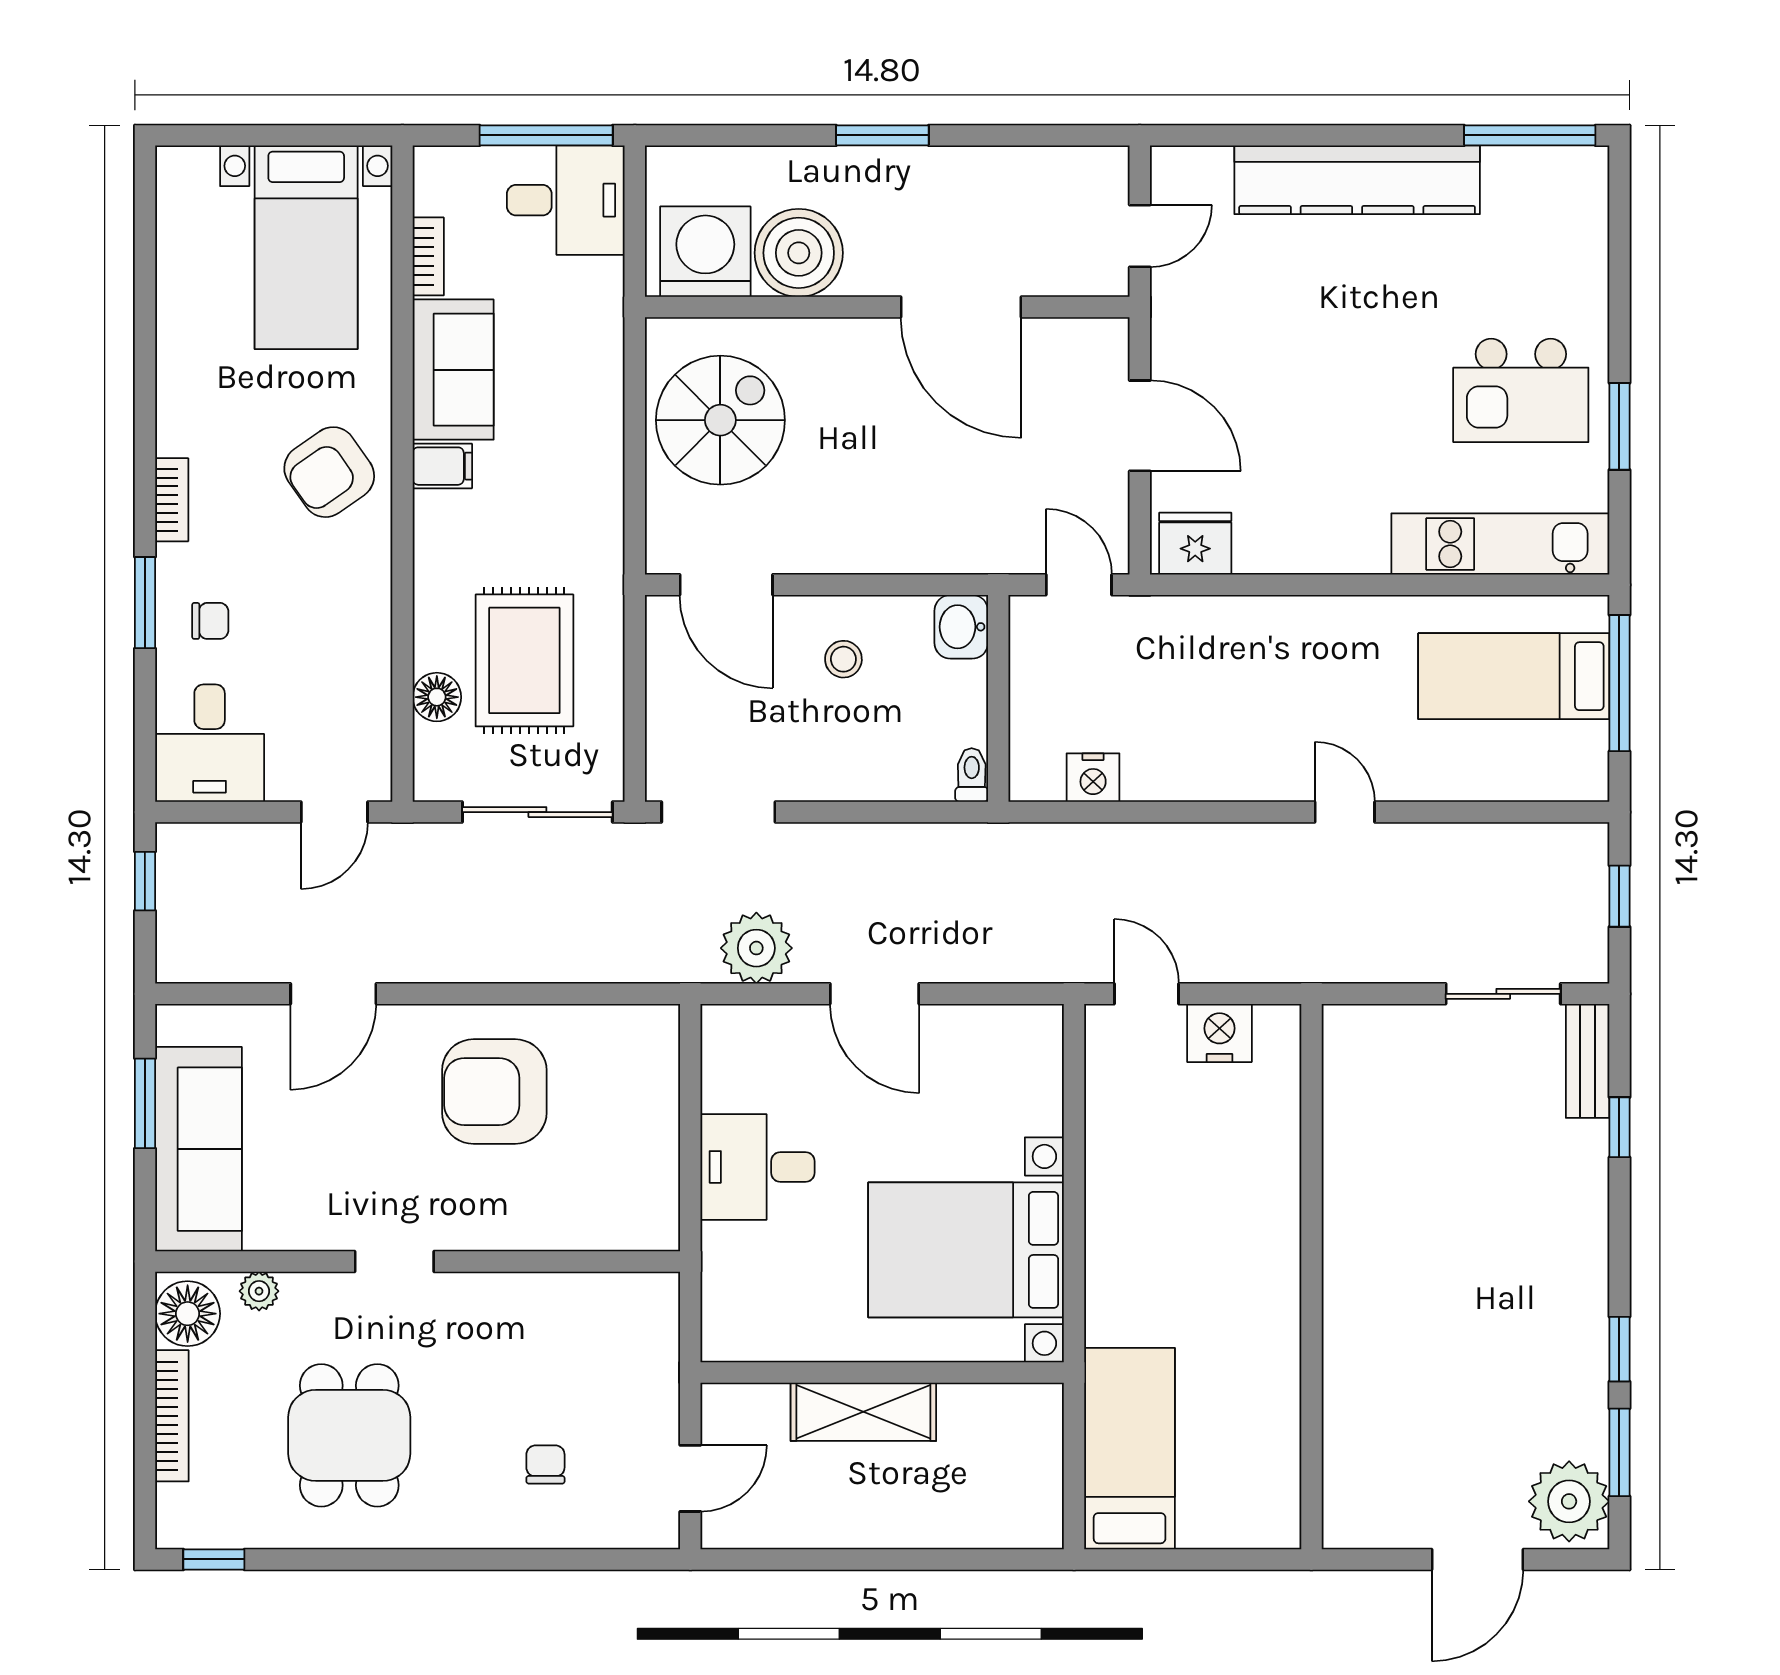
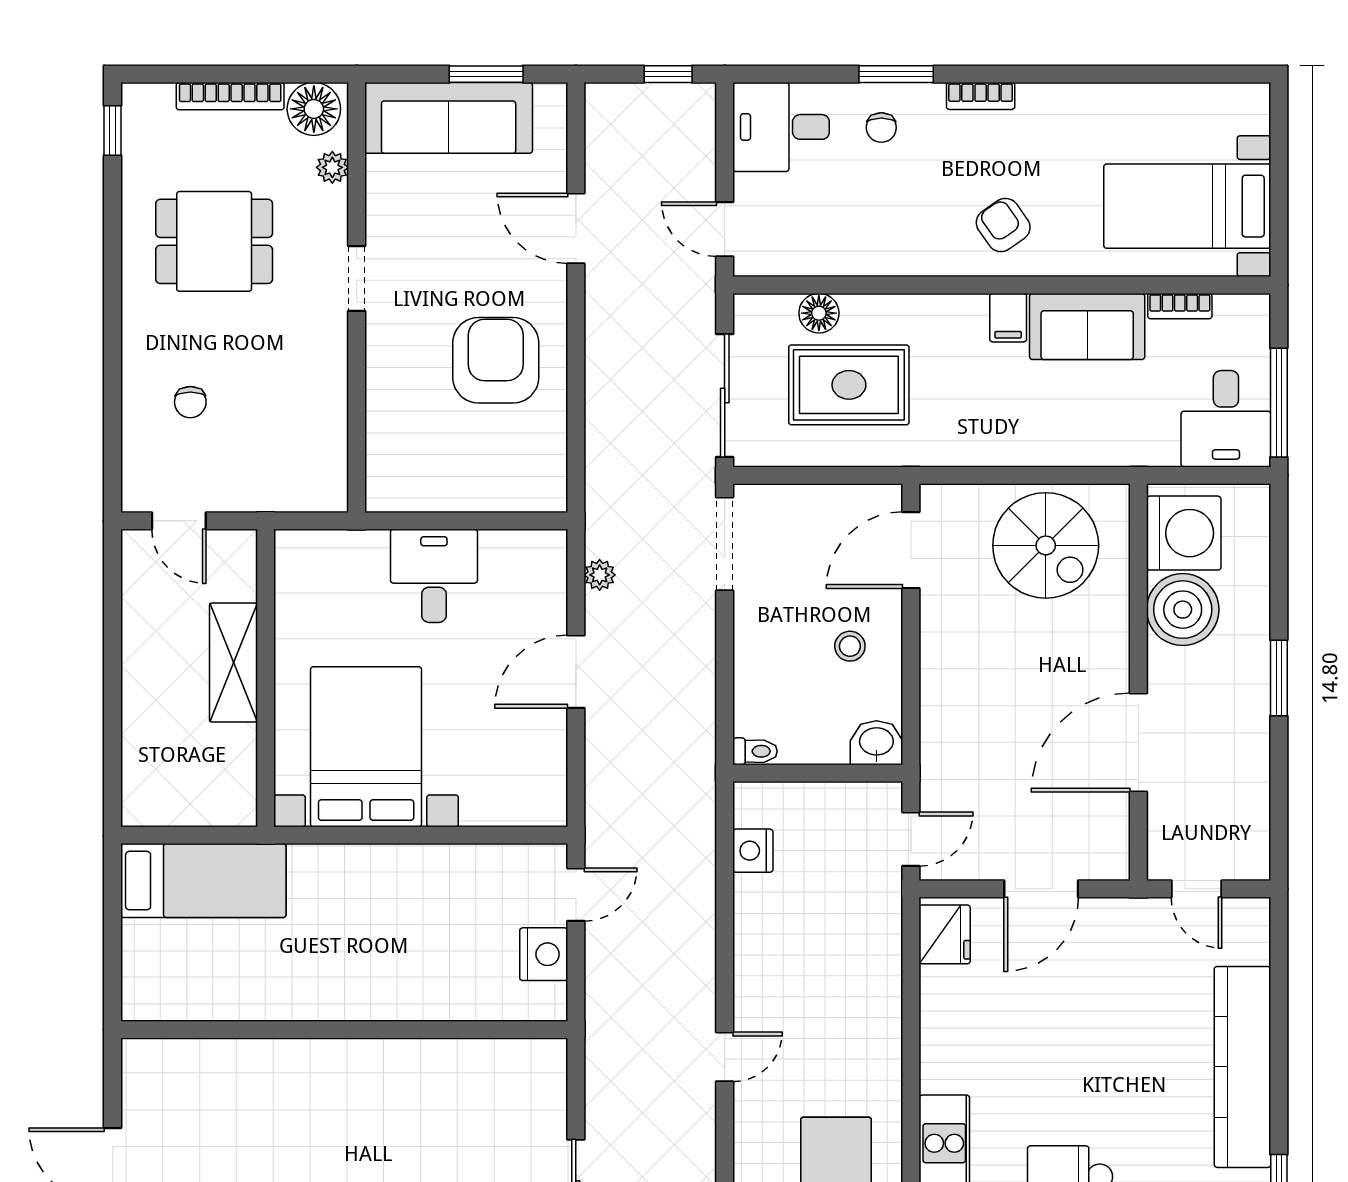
armchair: (329, 472) -> (1003, 225), width x0.72, depth x0.72
plant: (756, 948) -> (600, 575), width x0.53, depth x0.53
chair: (545, 1464) -> (190, 402), turned 90

